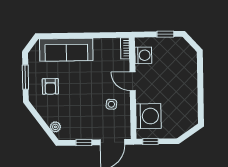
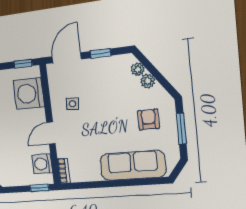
window: (165, 34) -> (40, 188), moved
door: (133, 81) -> (51, 133), swing flipped
plant: (48, 117) -> (148, 81), added

